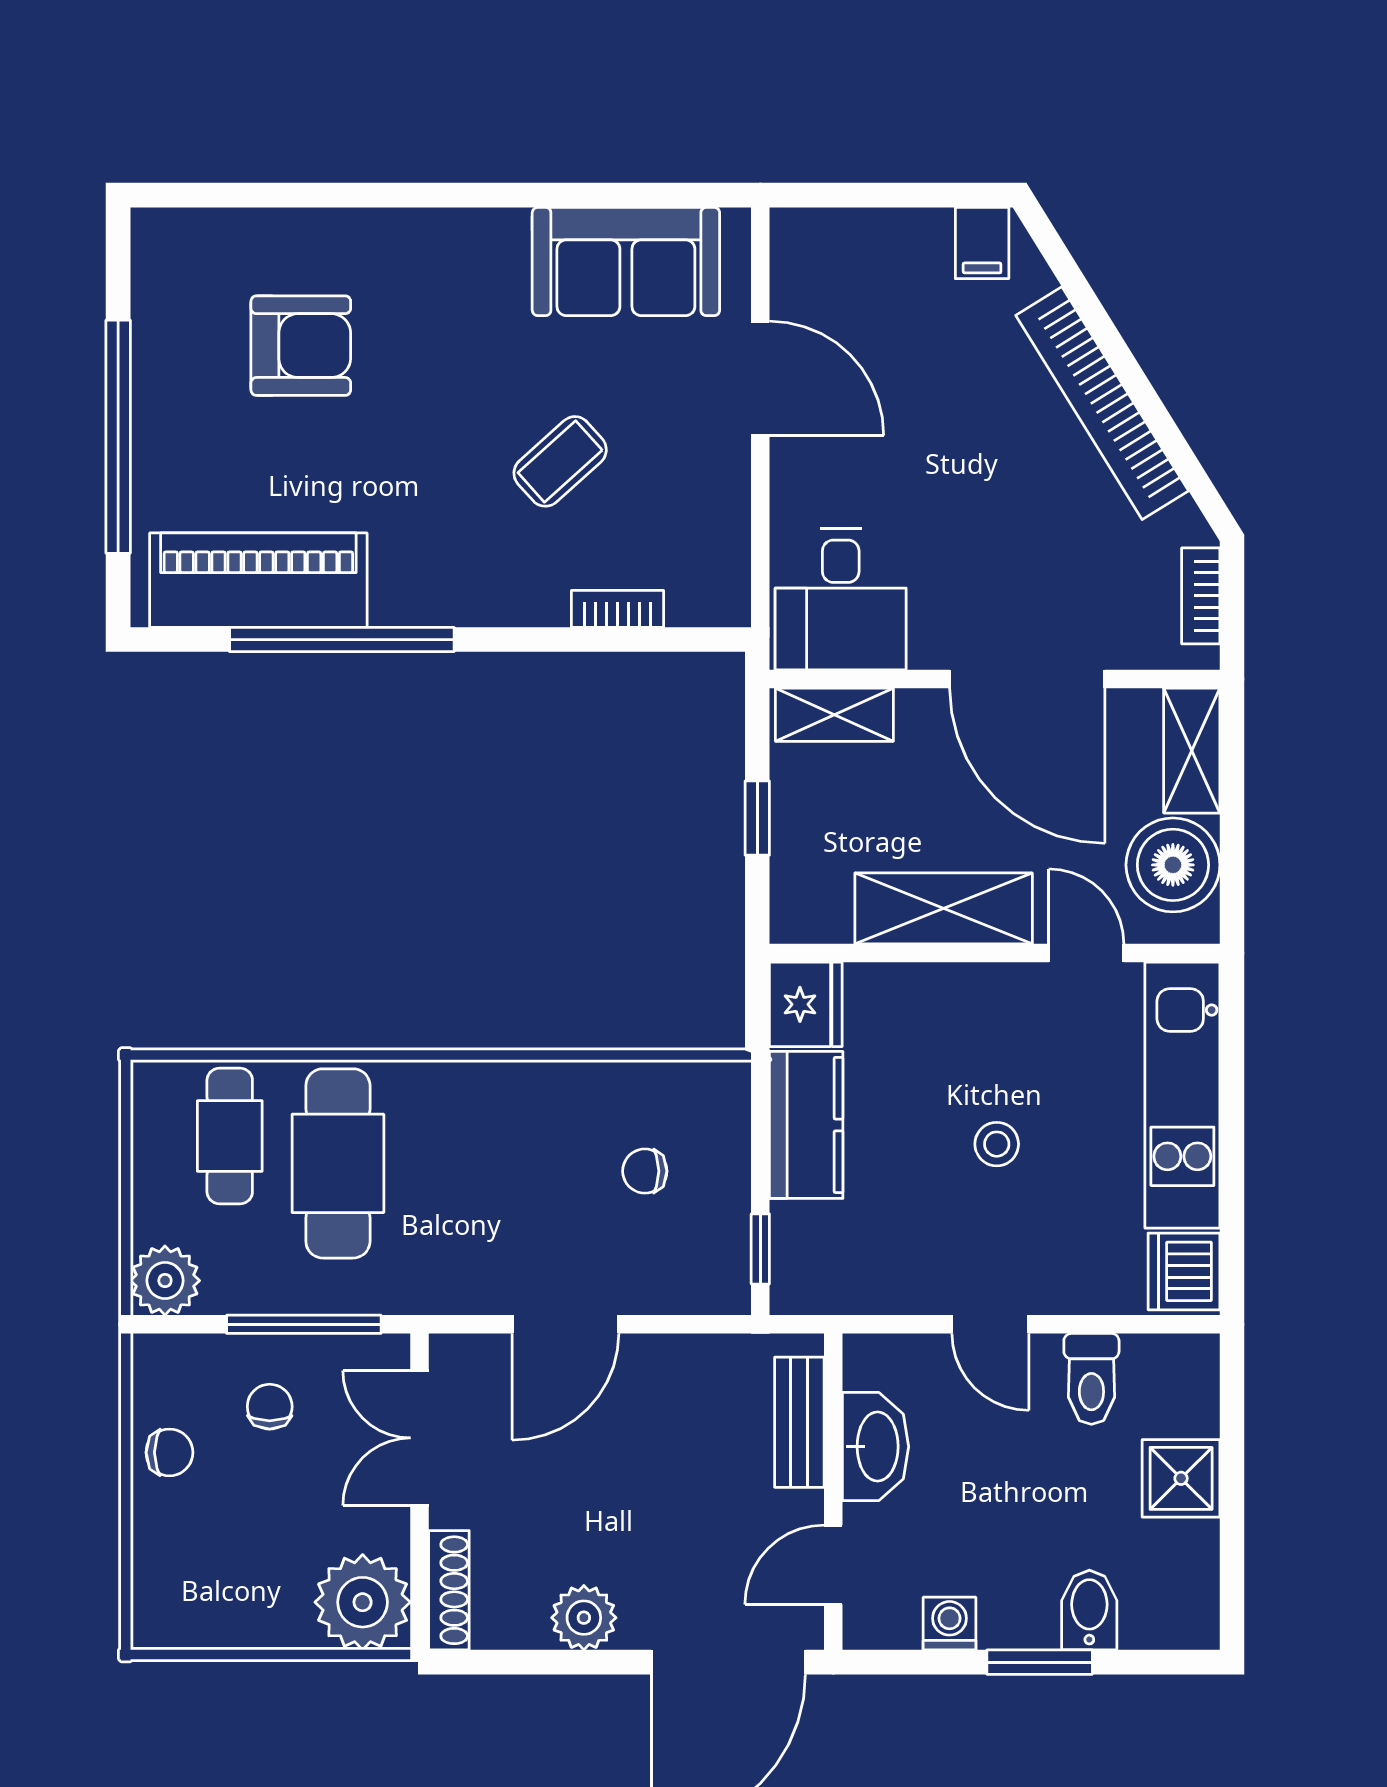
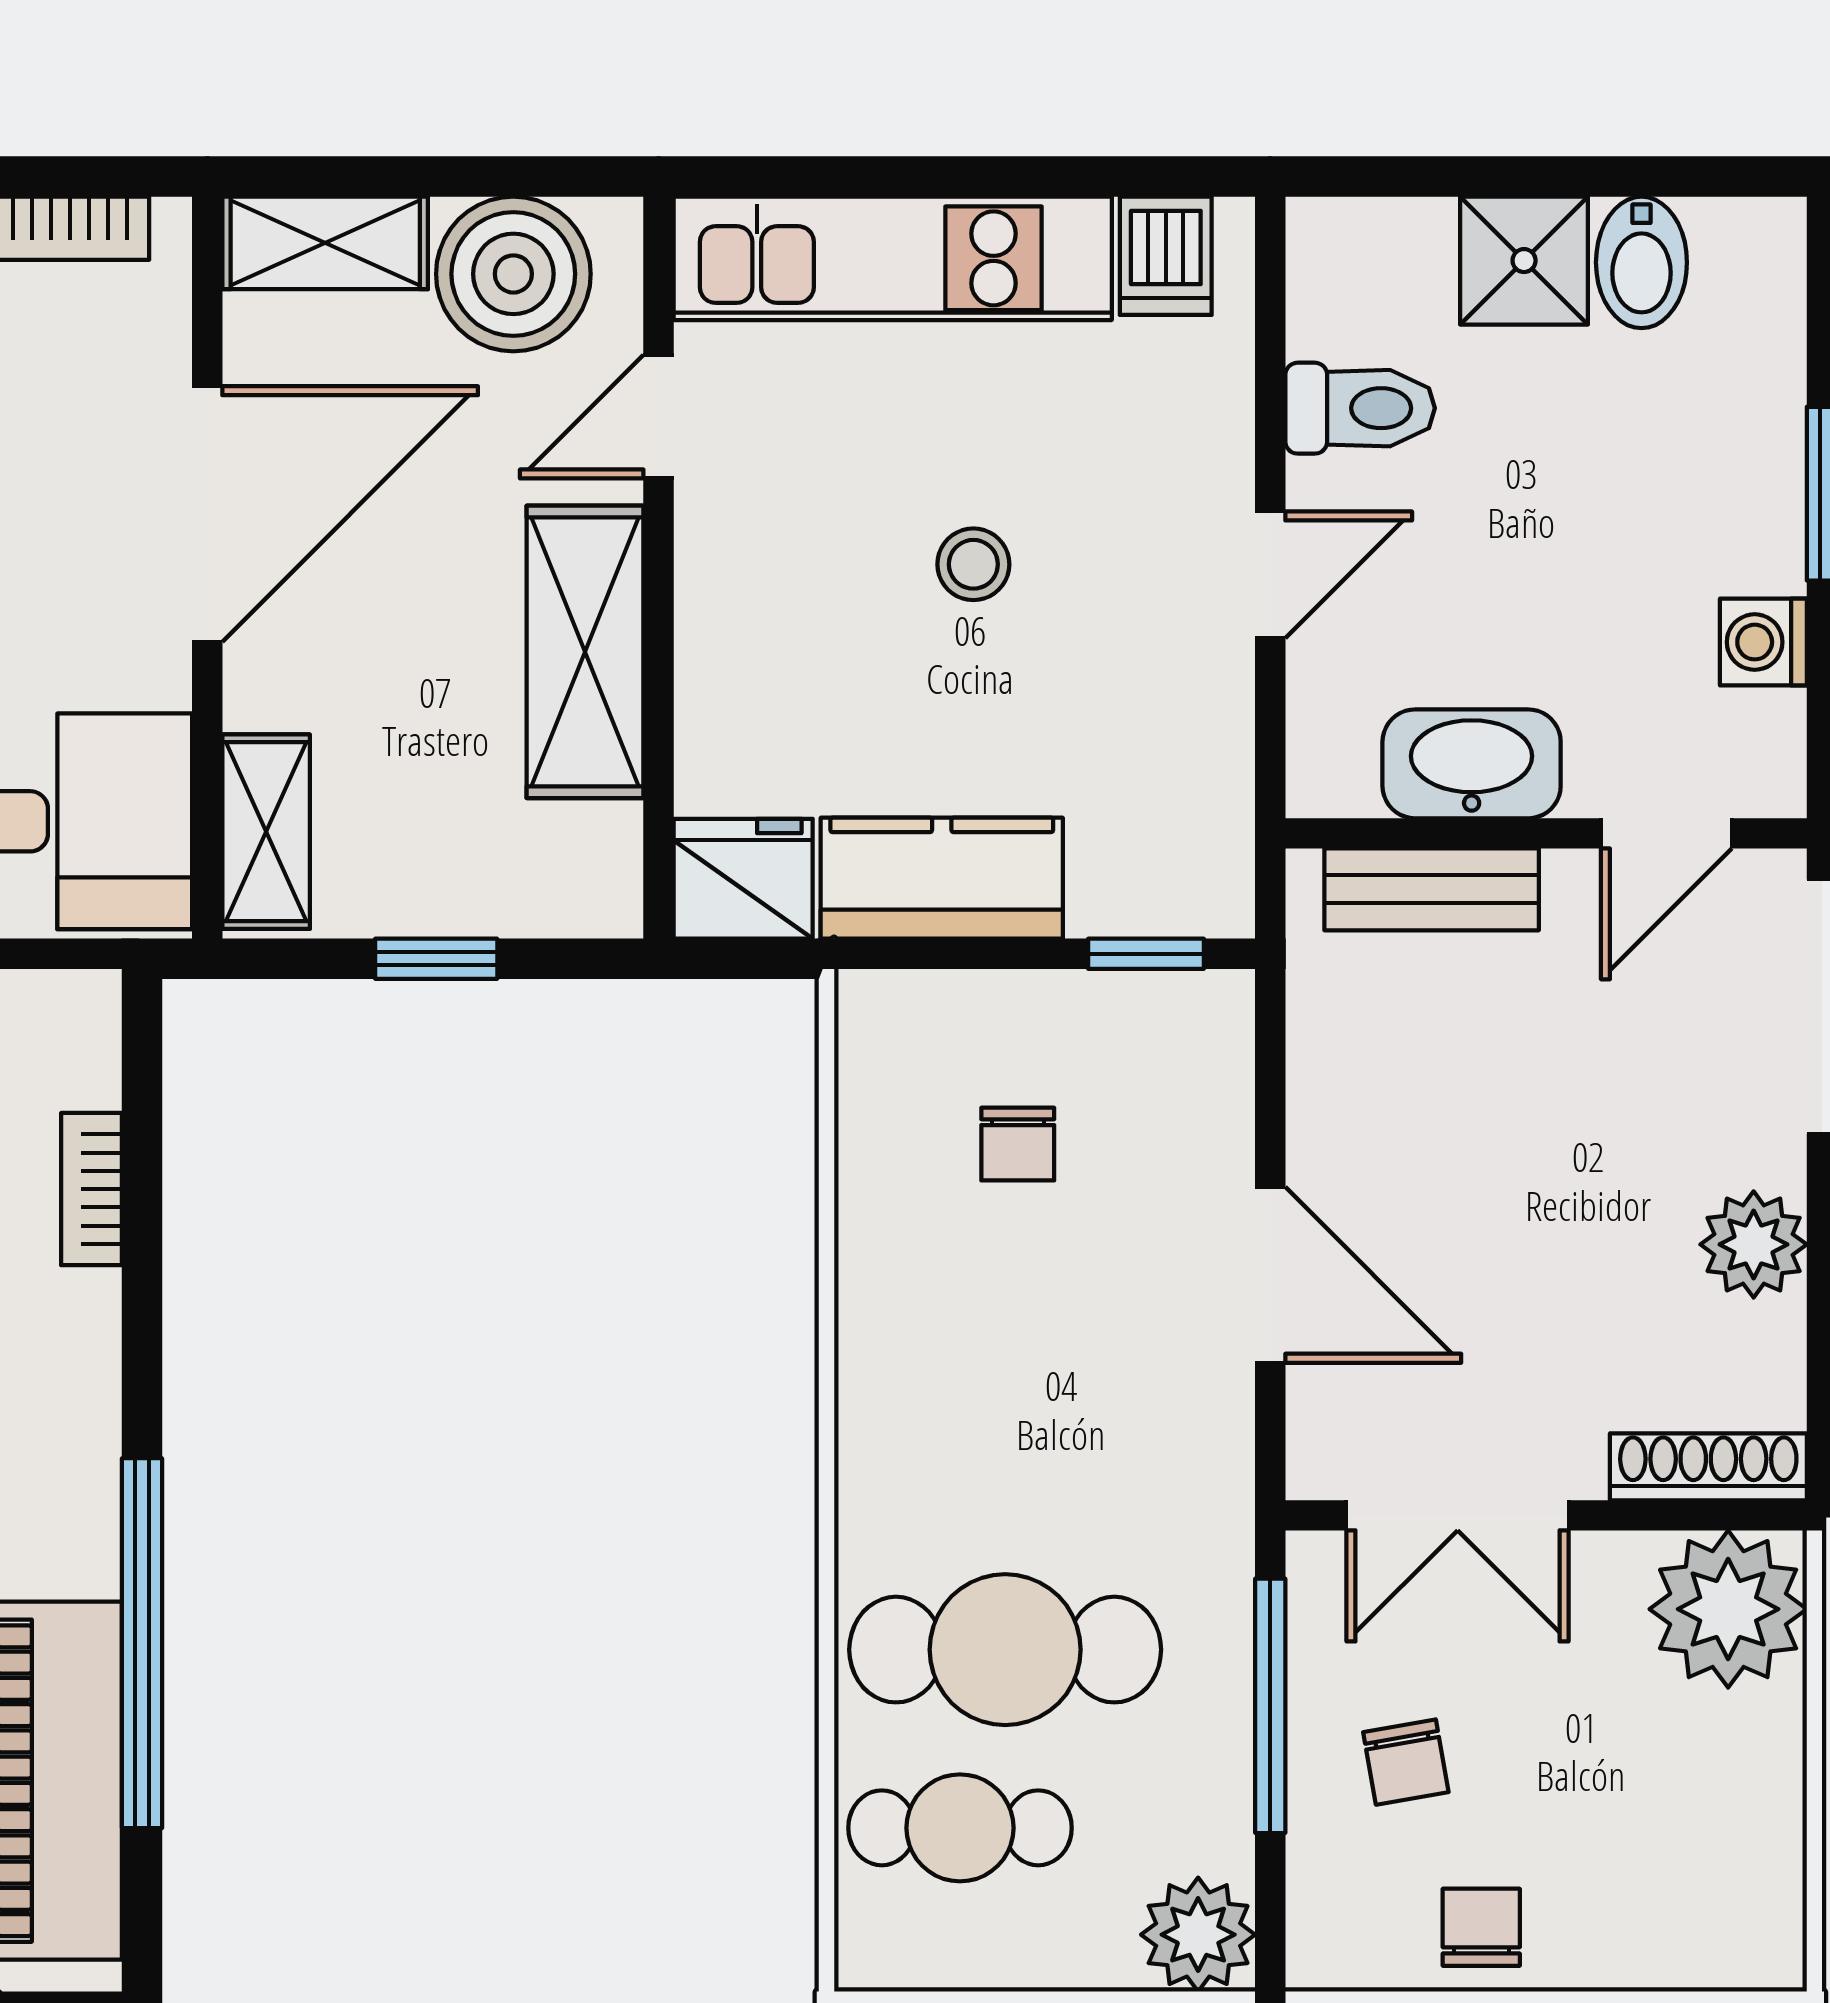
dishwasher: (1184, 1271) -> (1166, 256), width x0.73
chair: (270, 1407) -> (1406, 1762), turned -100
door: (833, 1565) -> (1666, 833), hinge flipped
bidet: (1089, 1610) -> (1641, 262), moved, turned -90

